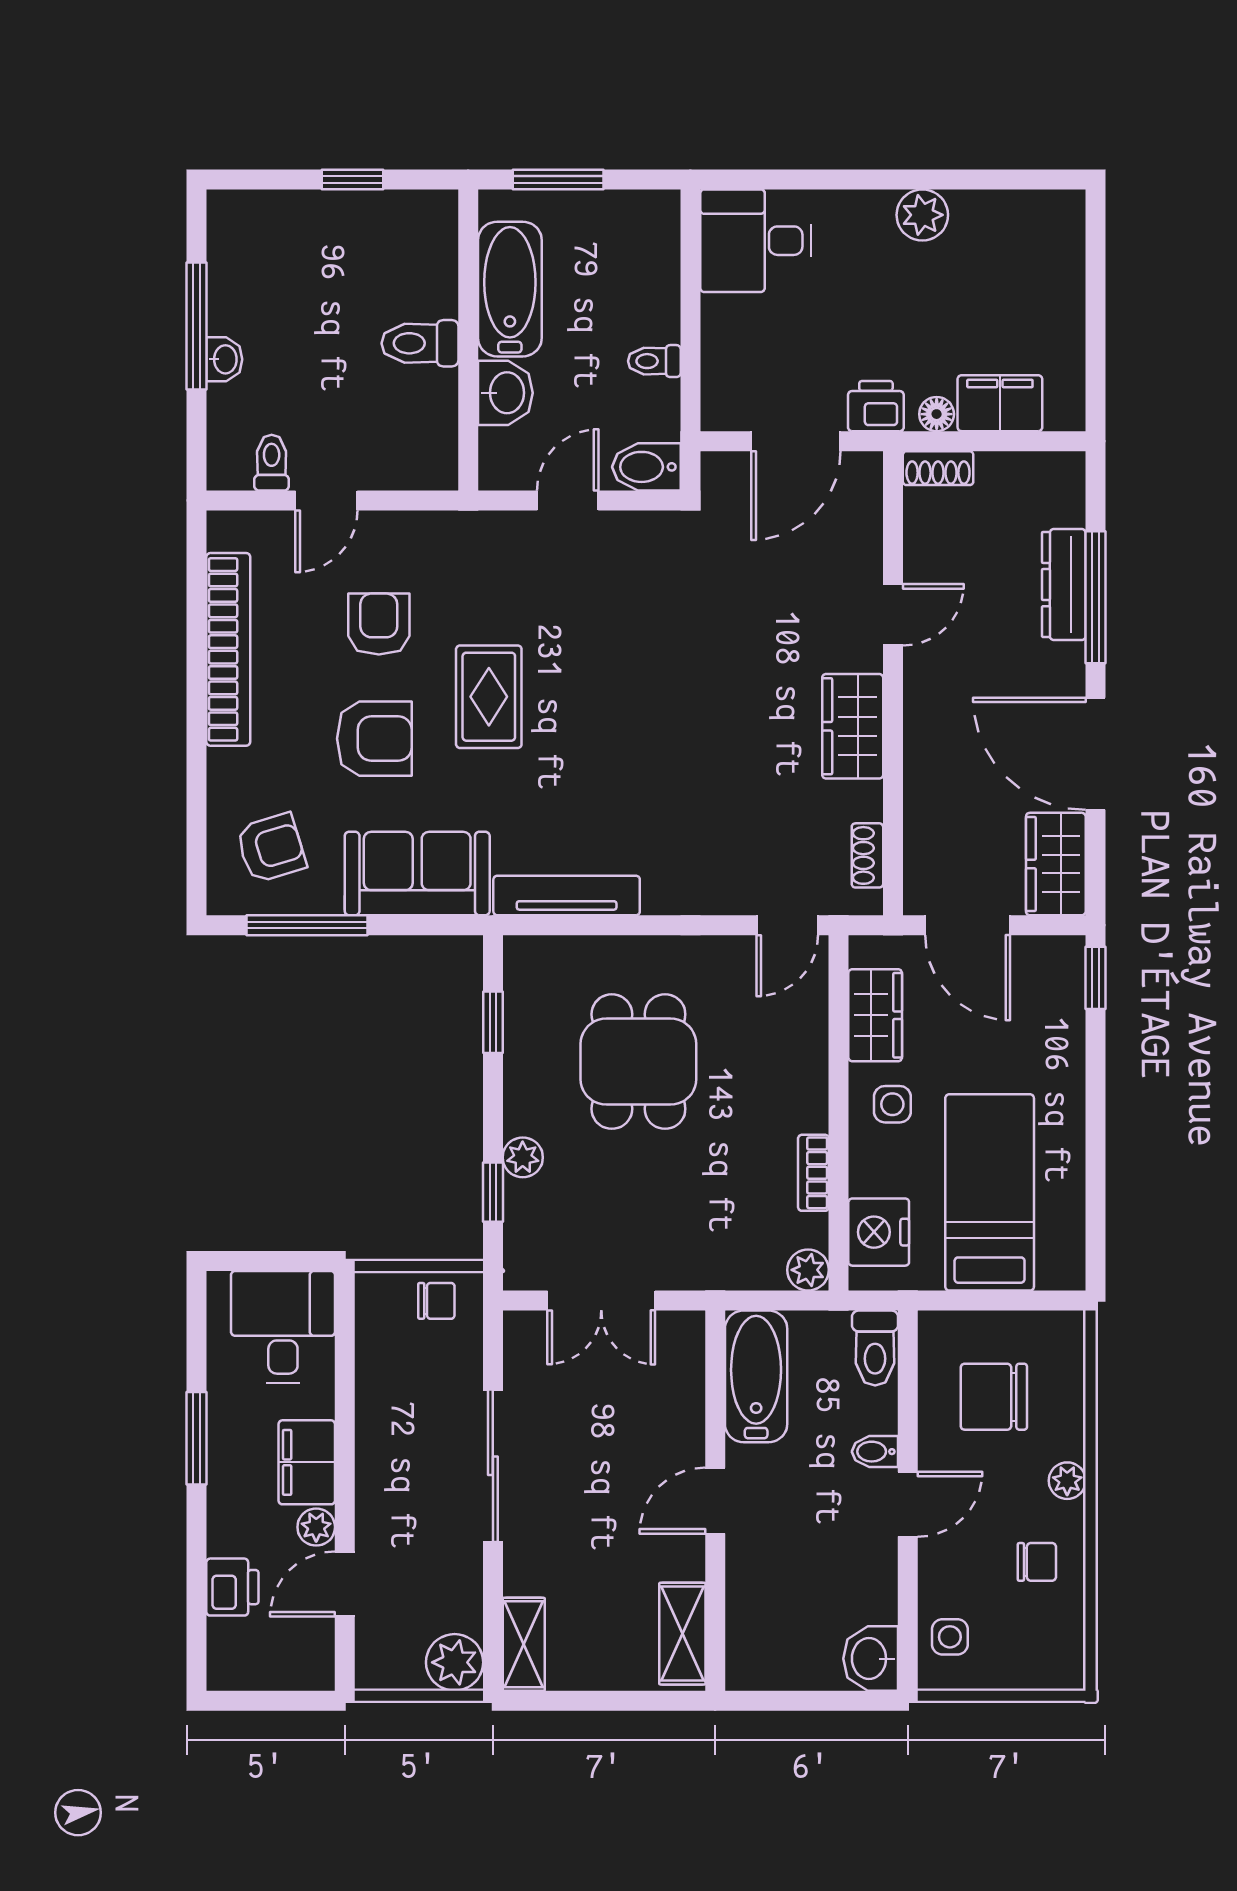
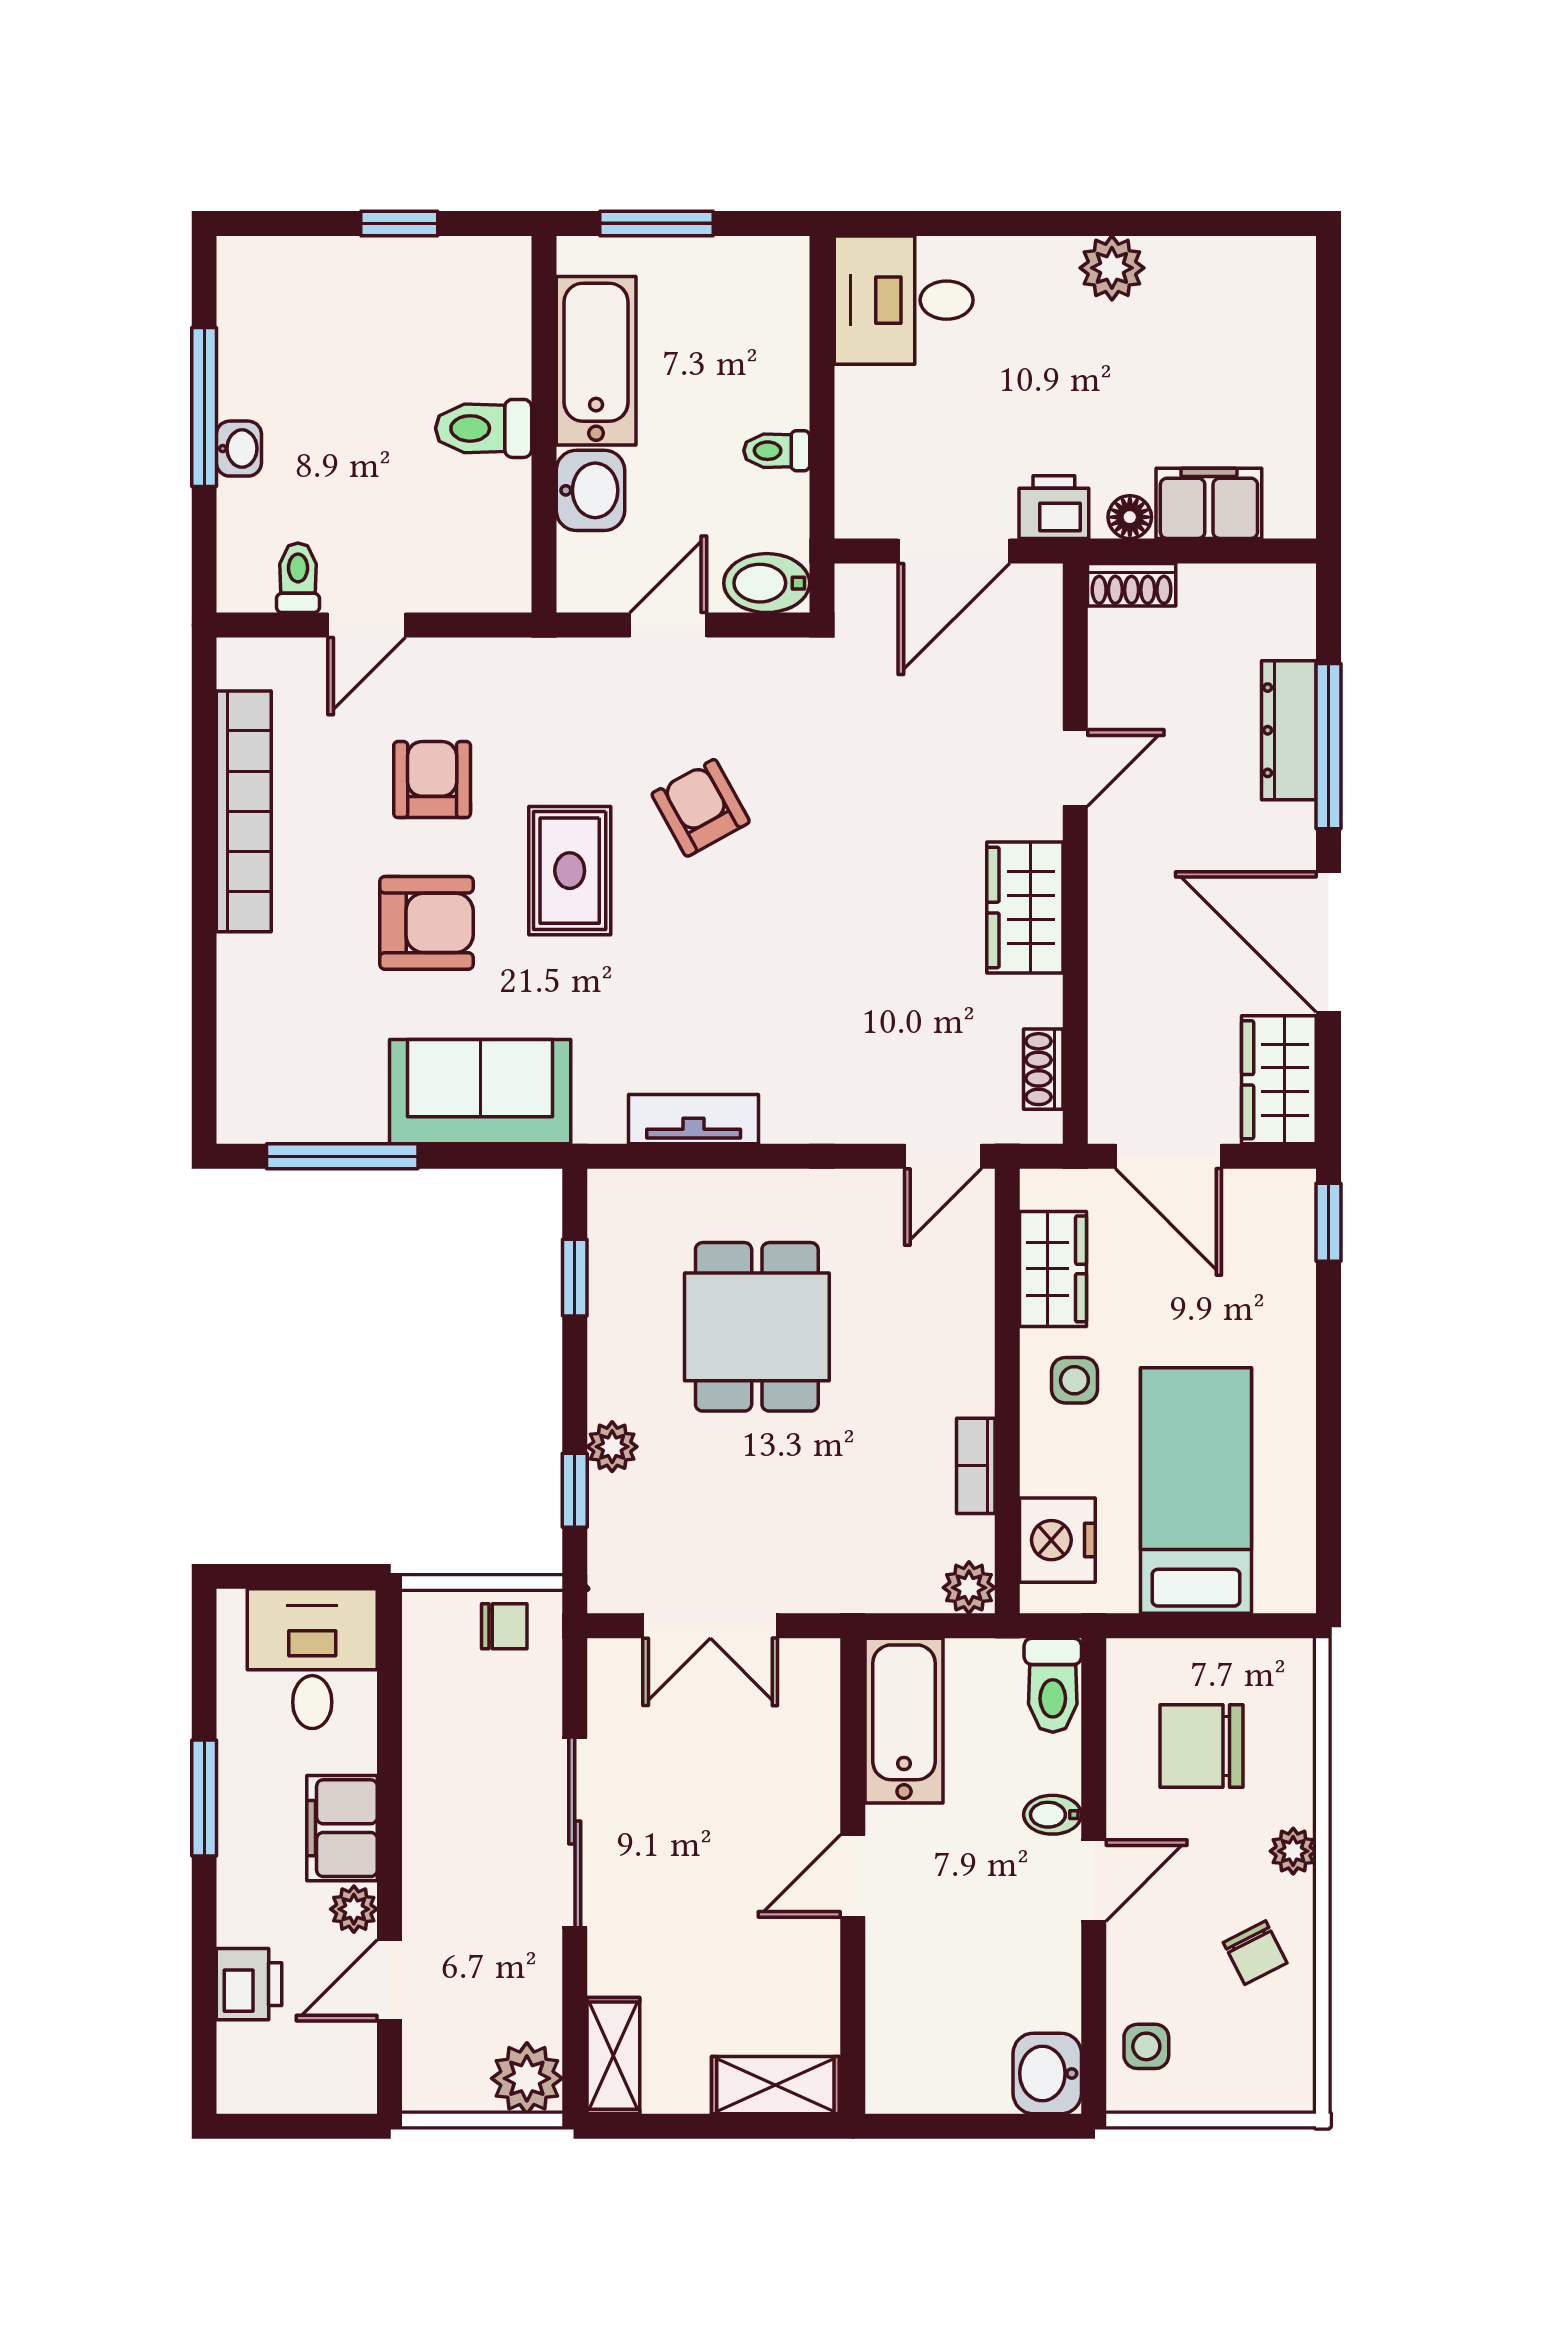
armchair: (271, 848) -> (701, 808), moved, turned -102
tv unit: (567, 896) -> (694, 1119), width x0.71
chair: (1037, 1562) -> (1255, 1953), turned 63
shelving: (682, 1634) -> (775, 2085), moved, turned 90

